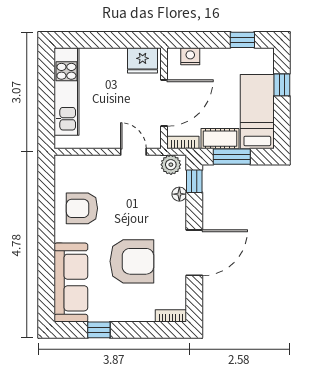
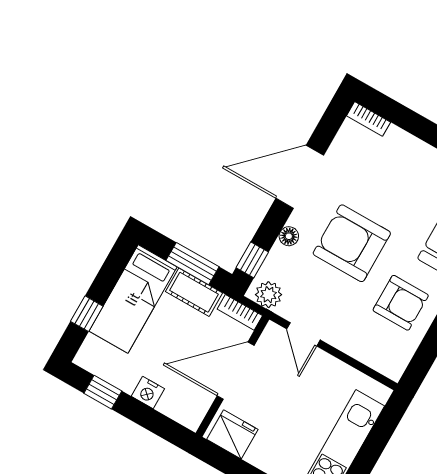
nightstand: (190, 56) -> (148, 393), moved
floor lamp: (179, 194) -> (289, 236), moved
armchair: (132, 261) -> (352, 243), moved

